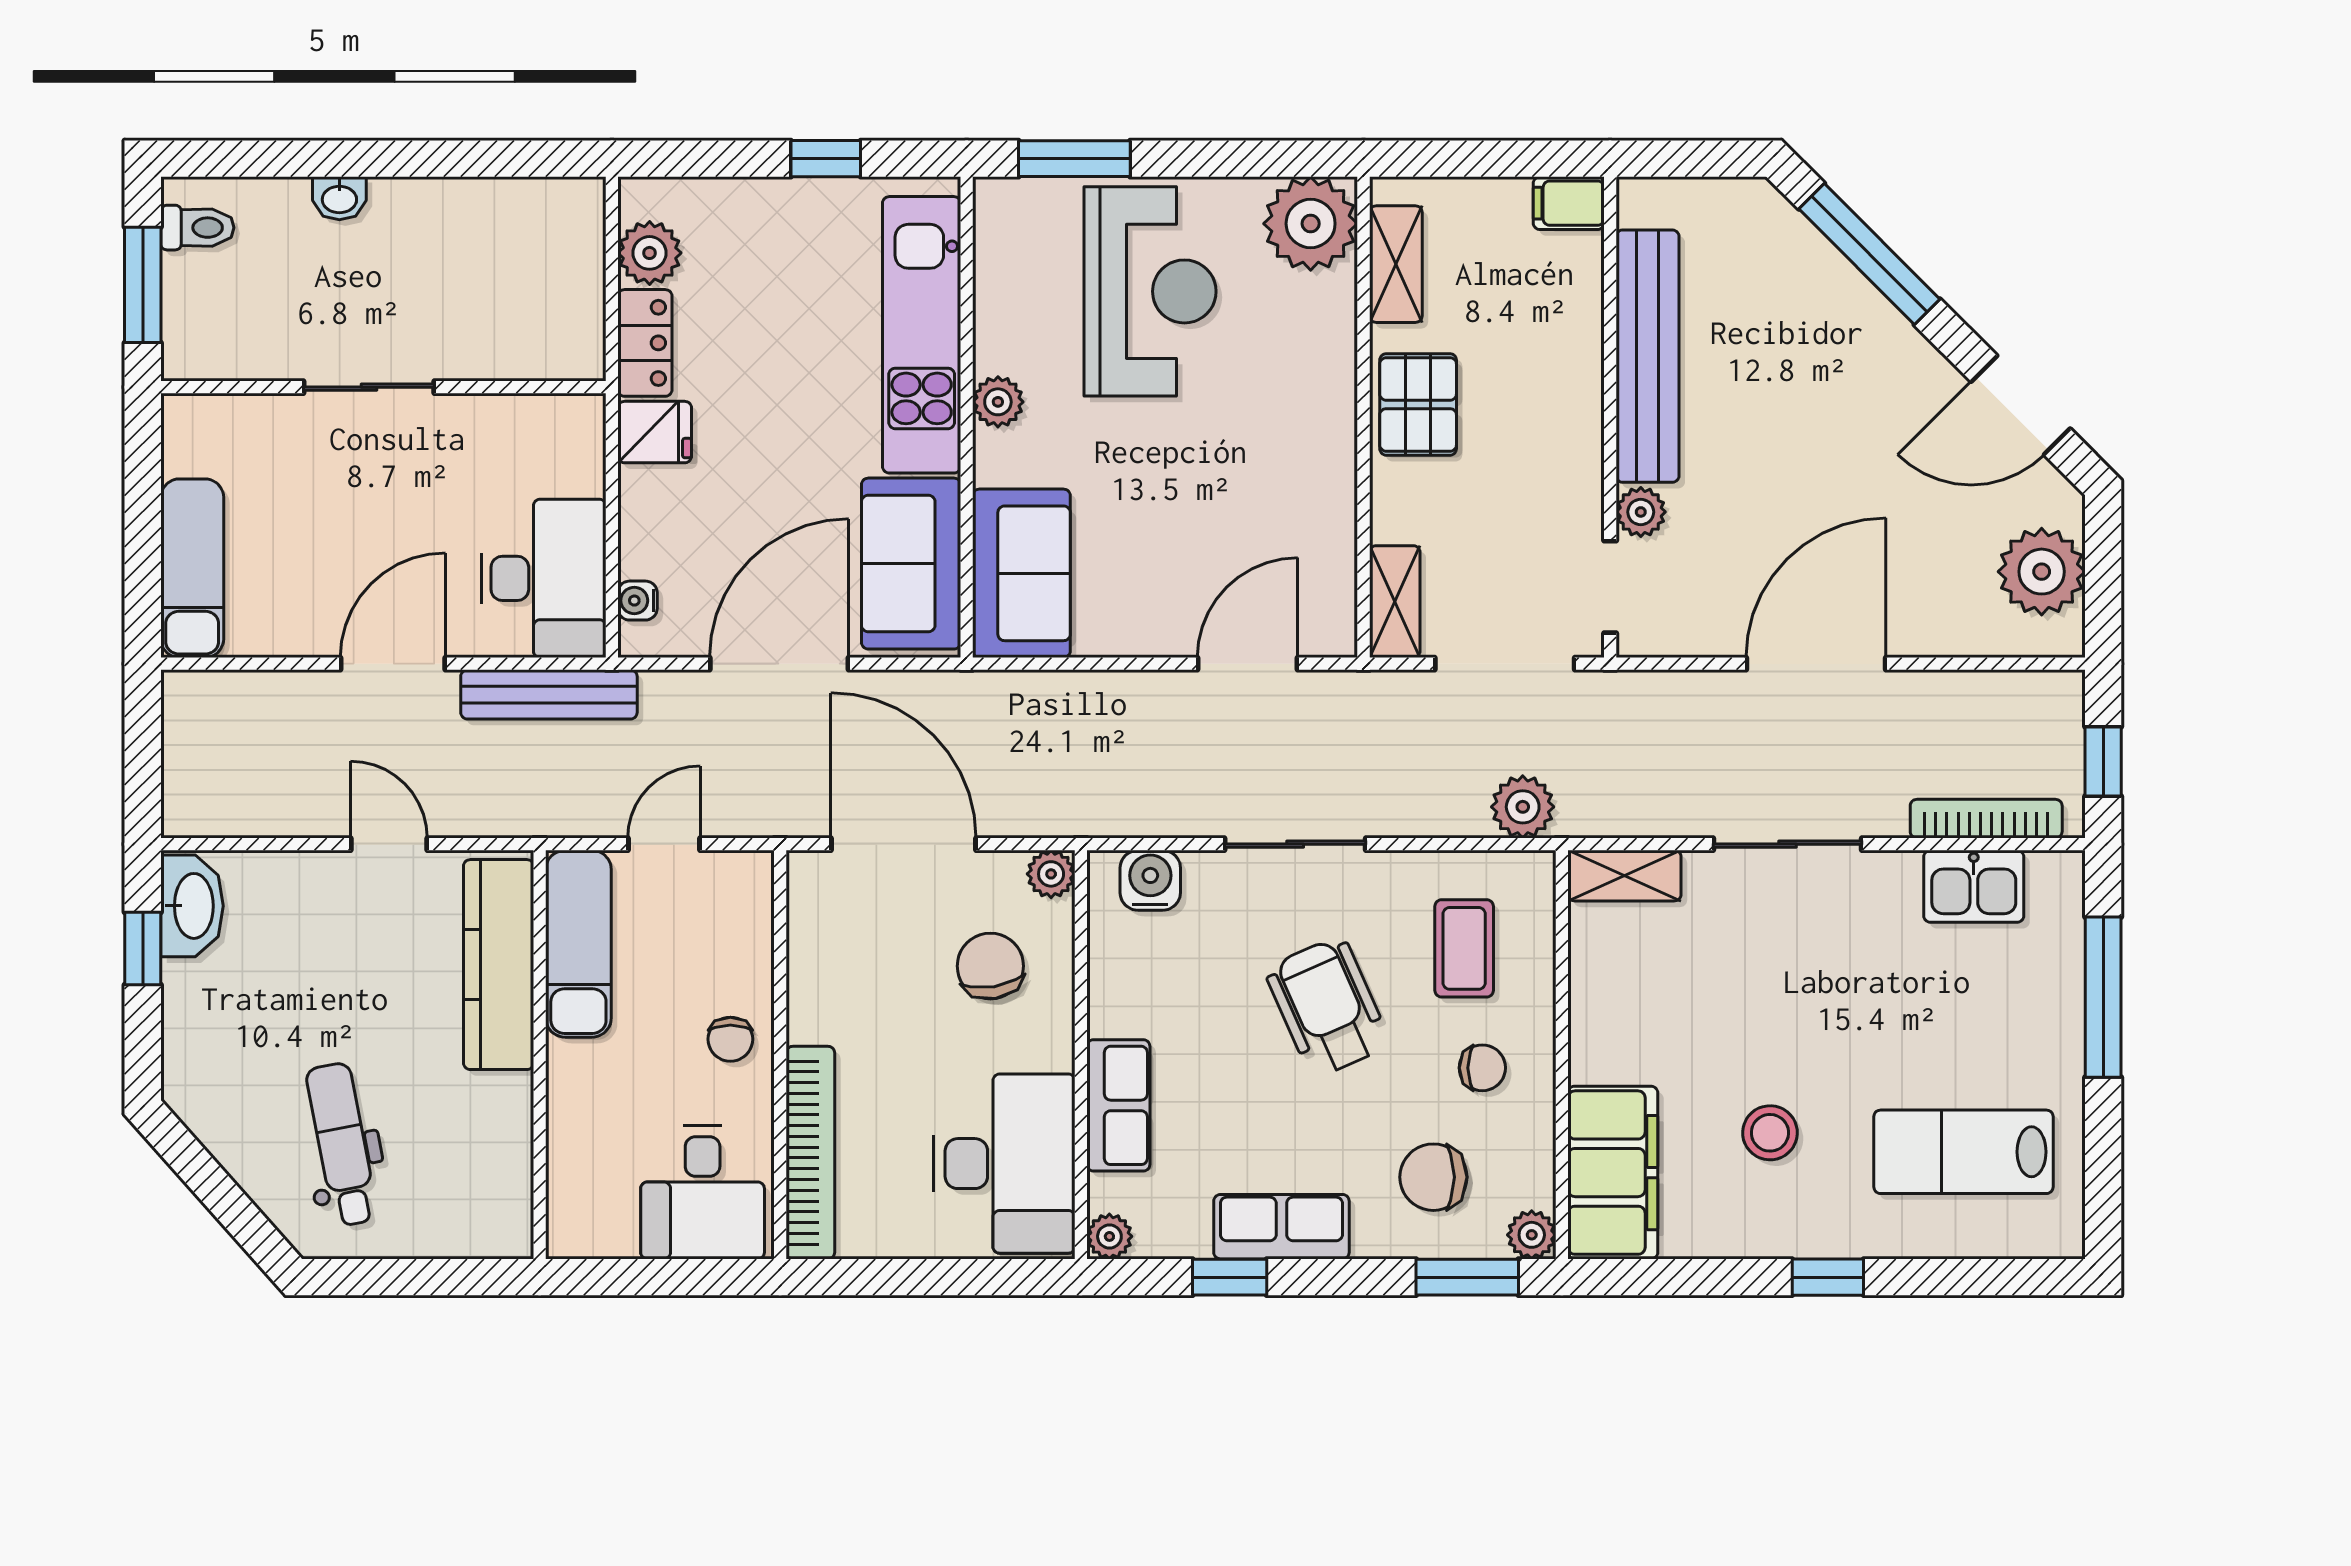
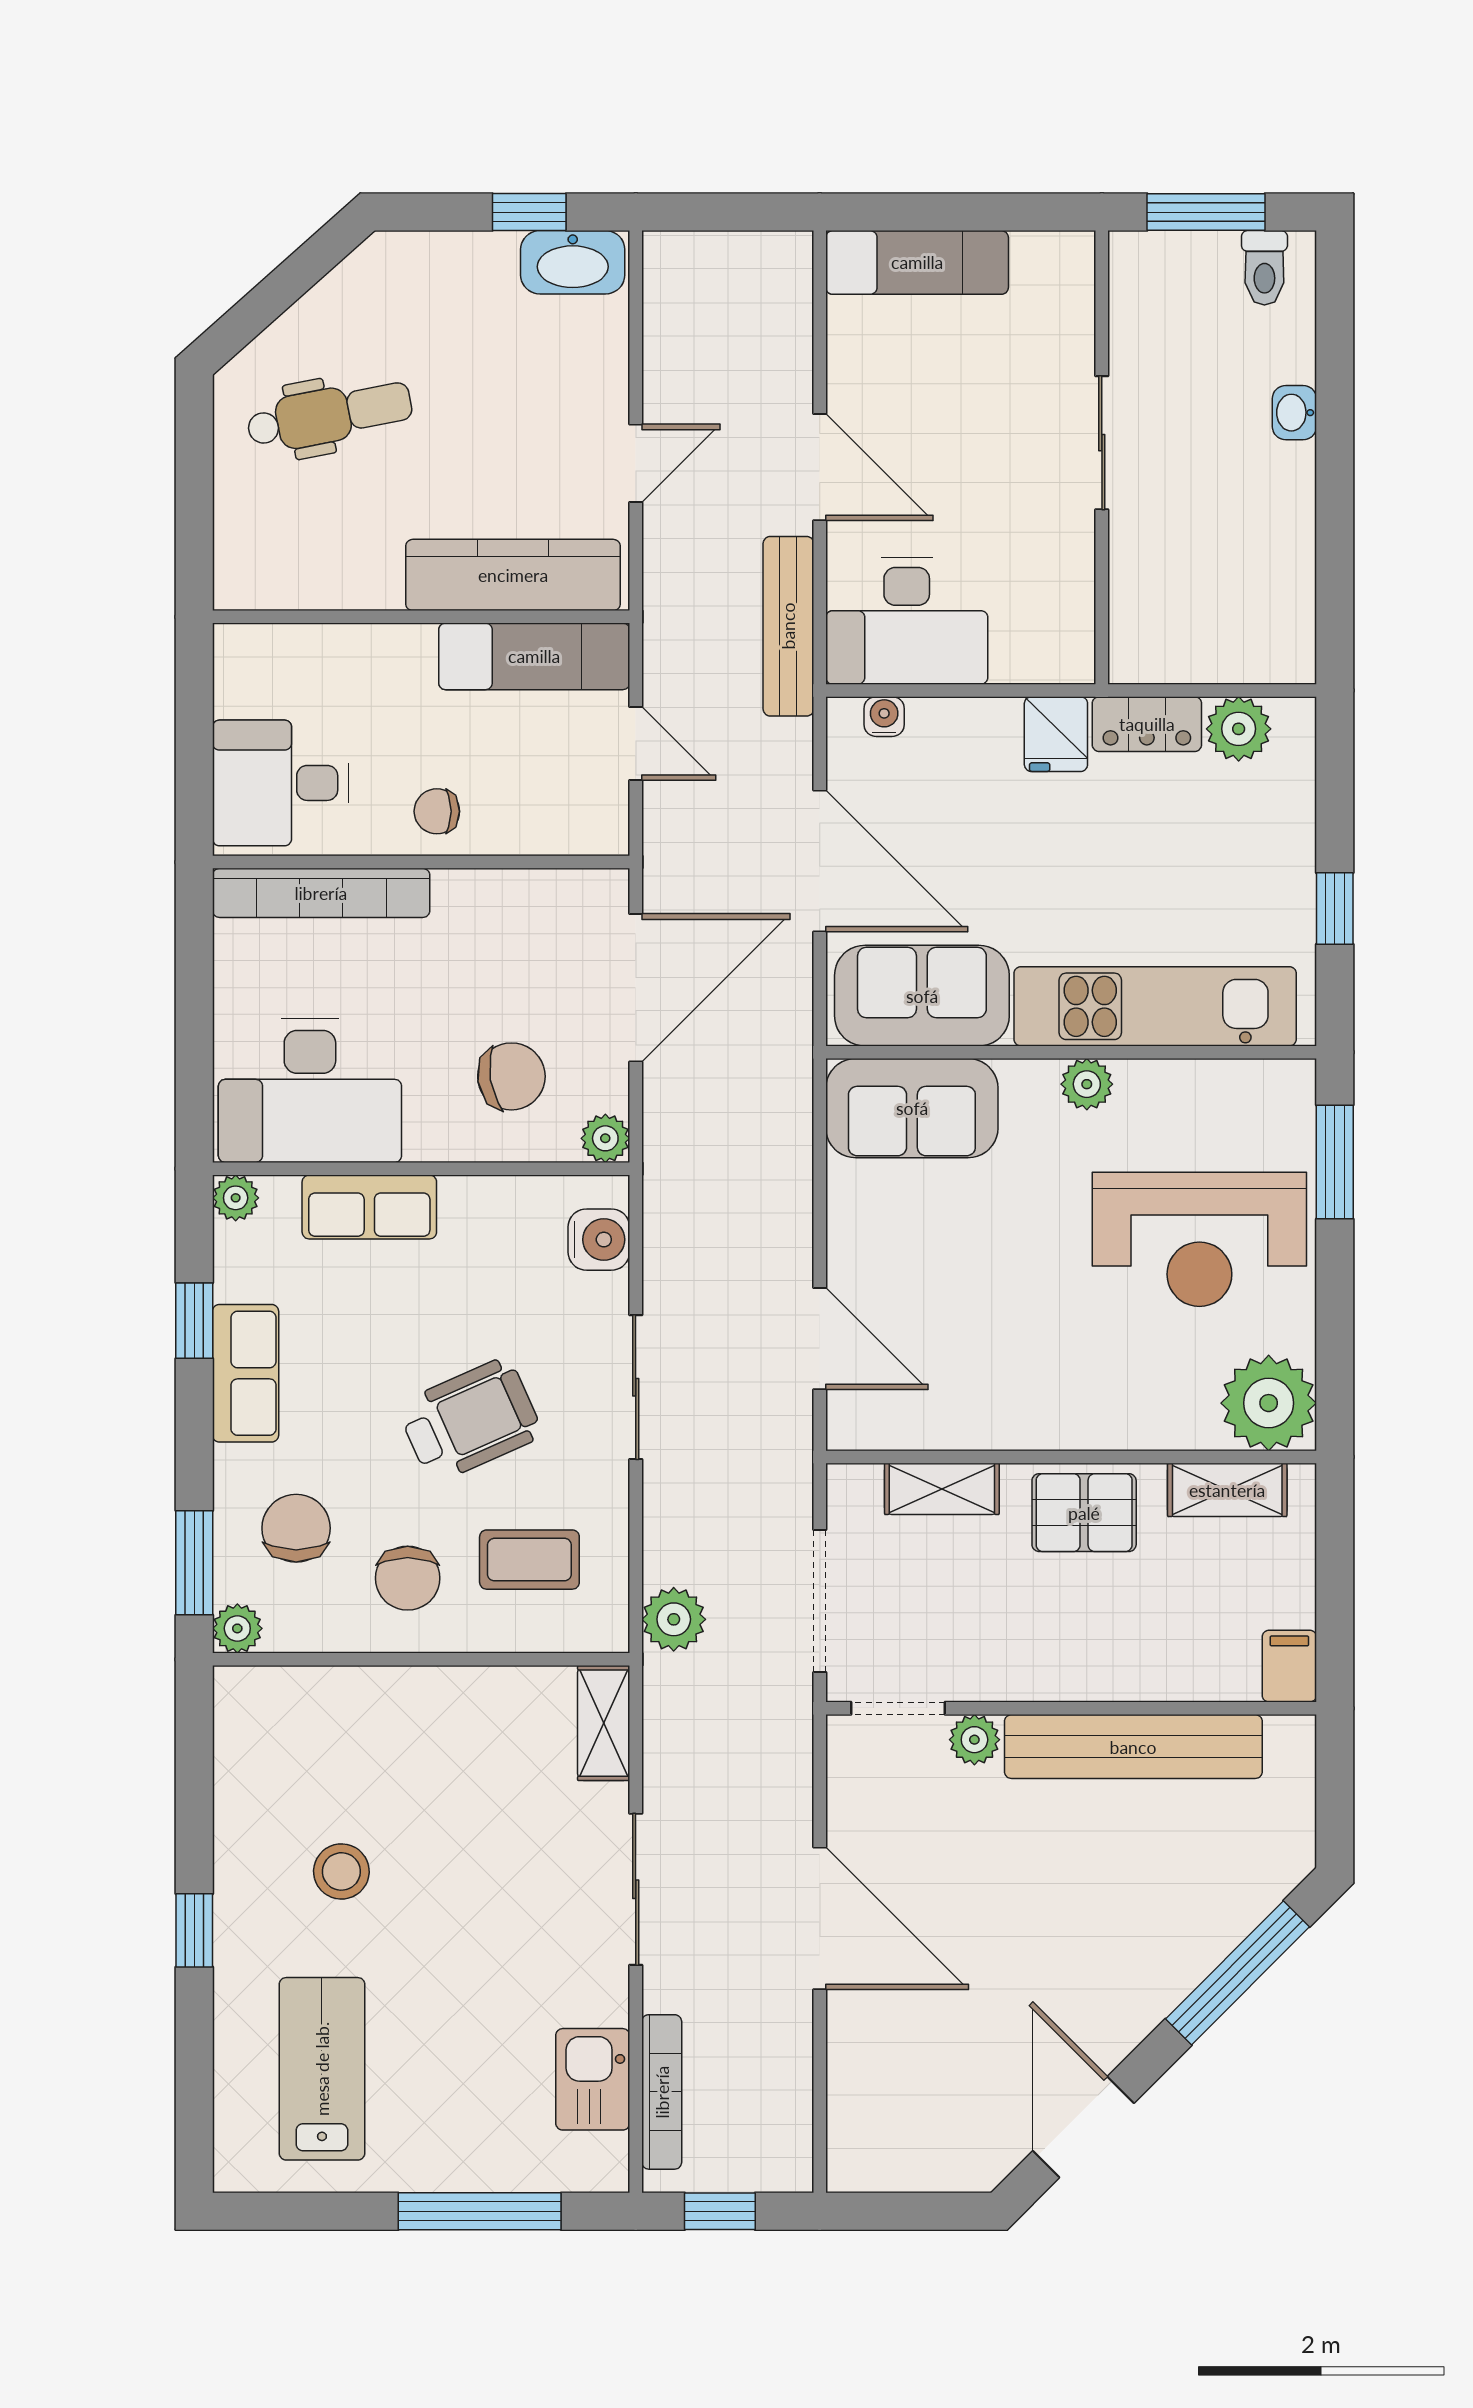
plant: (2042, 572) -> (914, 2148), removed
shelving: (1395, 602) -> (942, 1489), moved
chair: (1482, 1068) -> (408, 1578), width x1.37, depth x1.37
filing cabinet: (1613, 1173) -> (301, 1711), removed

